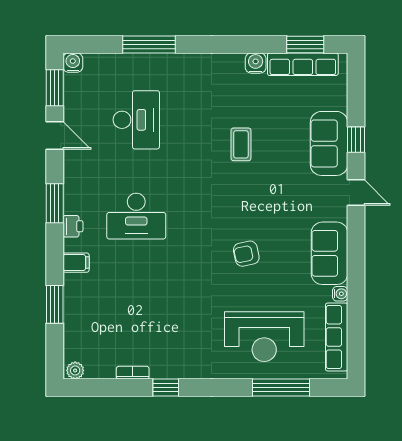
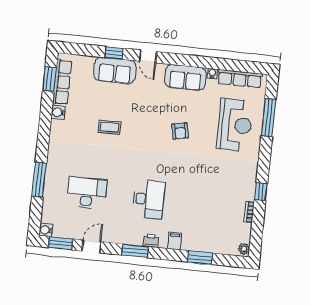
door: (356, 192) -> (148, 56), swing flipped

